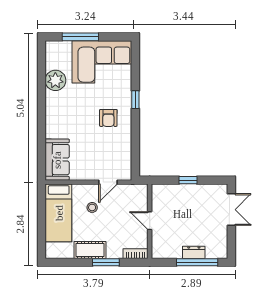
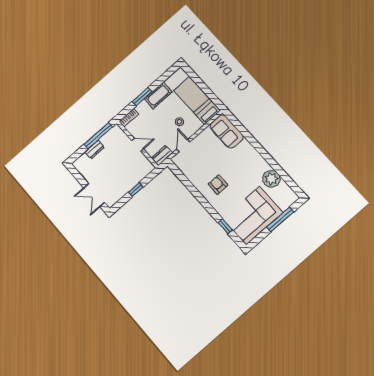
window: (135, 100) -> (225, 226), moved
dresser: (136, 190) -> (162, 155), added
window: (197, 262) -> (98, 136), moved

